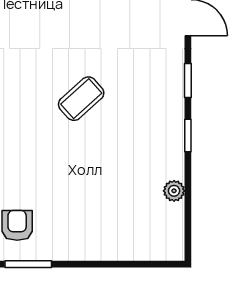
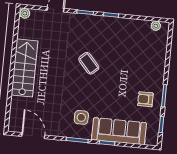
plant: (174, 191) -> (156, 26), moved

